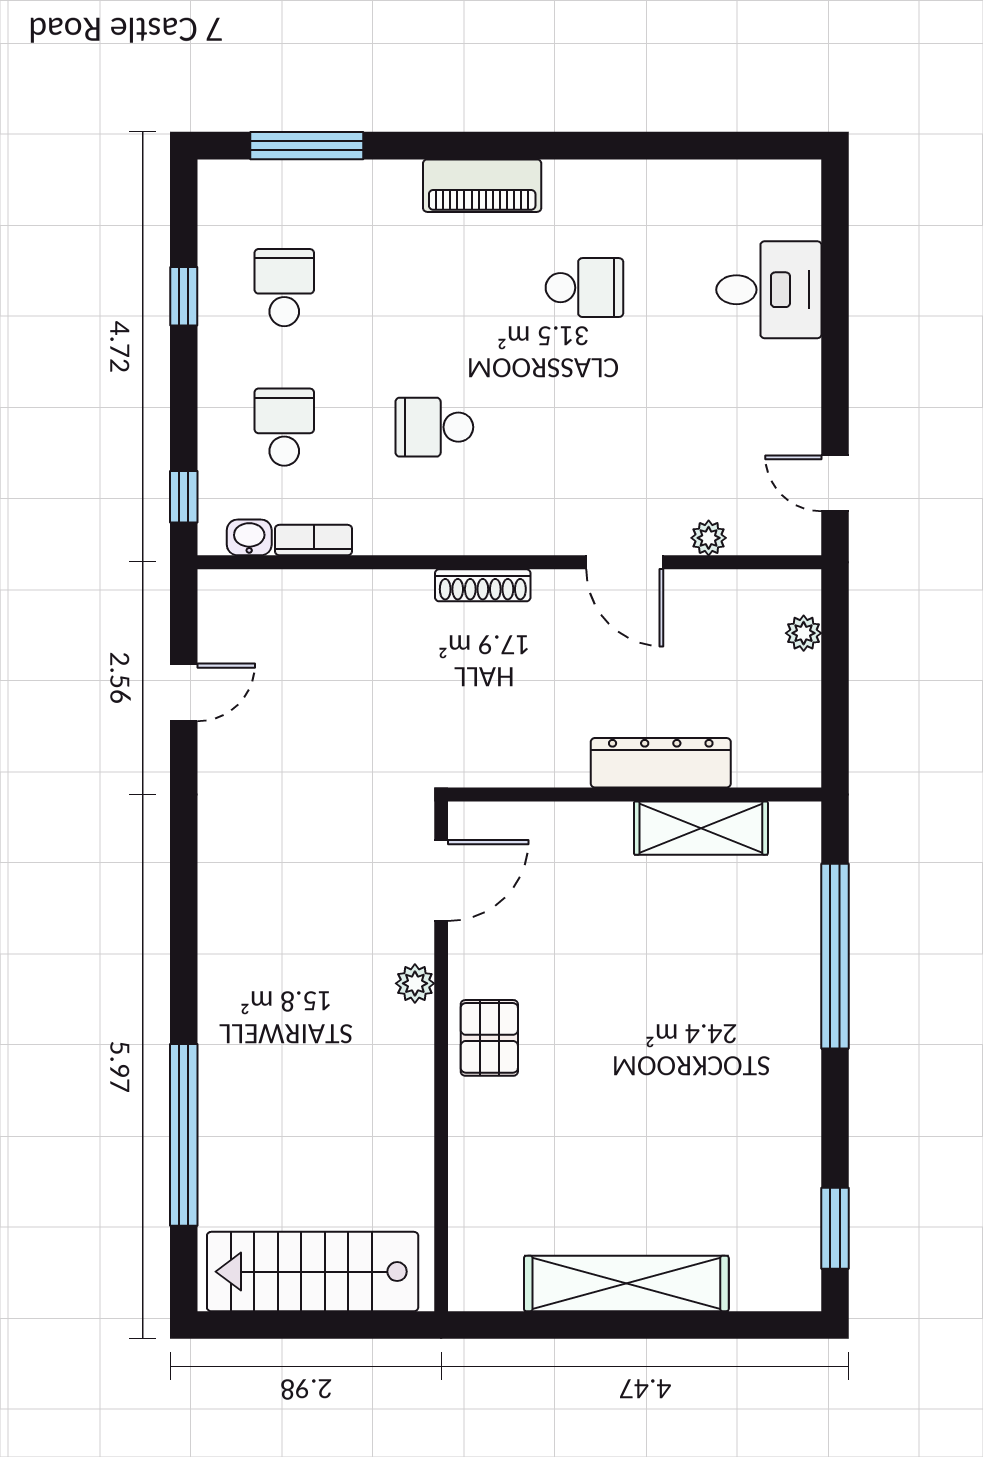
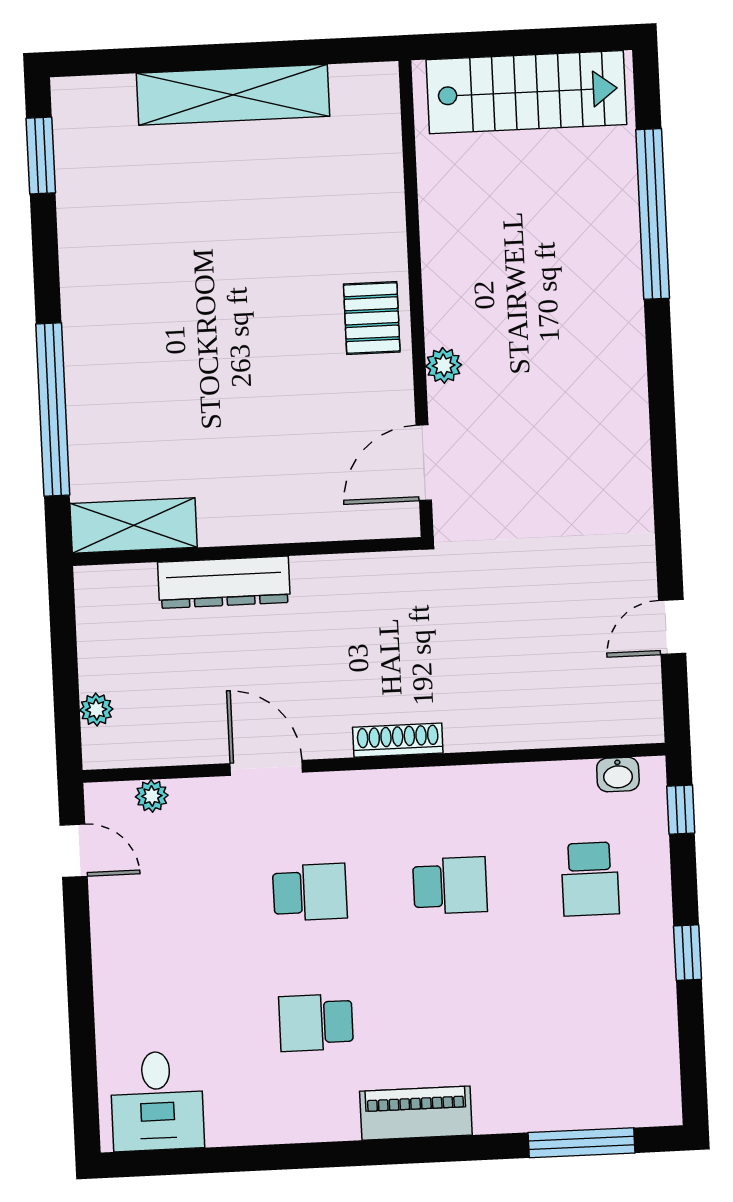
school desk: (284, 288) -> (310, 892), moved, turned -90
desk: (769, 290) -> (157, 1101), moved, turned -90
window: (184, 296) -> (688, 953), moved
plant: (709, 538) -> (152, 796), moved
bookcase: (314, 540) -> (558, 775), removed
shelving: (701, 828) -> (134, 525), moved

